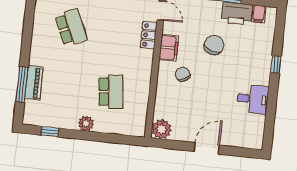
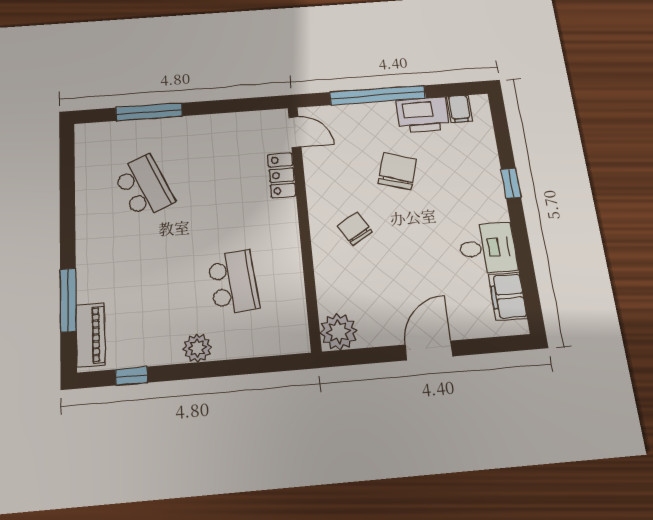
filing cabinet: (169, 48) -> (508, 296), moved, turned 180
piano: (34, 83) -> (91, 335), moved

